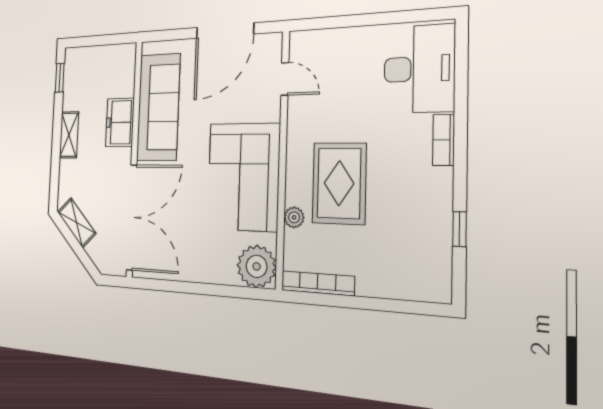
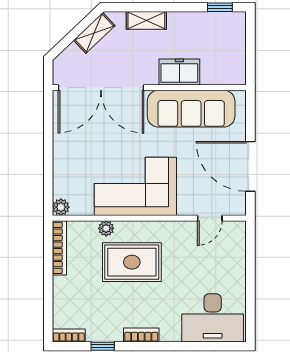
shelving: (69, 135) -> (146, 20), moved
bookcase: (443, 140) -> (141, 335), moved
plant: (257, 266) -> (61, 207), width x0.53, depth x0.53
bookcase: (442, 279) -> (69, 335), added

